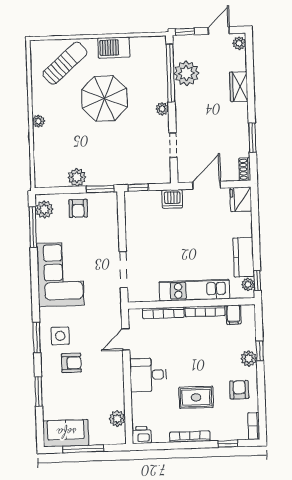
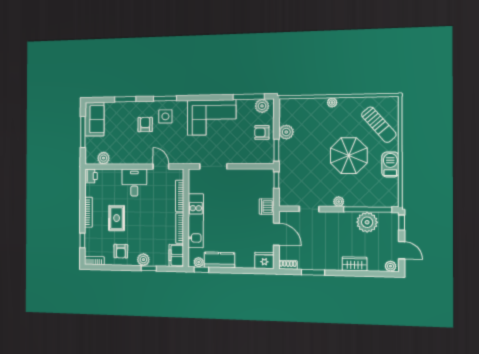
filing cabinet: (234, 315) -> (176, 255), width x2.00
armchair: (71, 363) -> (145, 125), turned 180
armchair: (239, 390) -> (121, 251), turned 90

